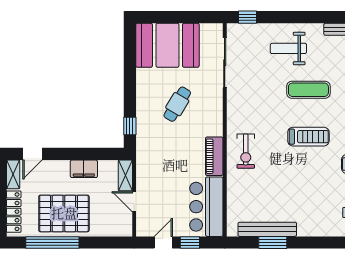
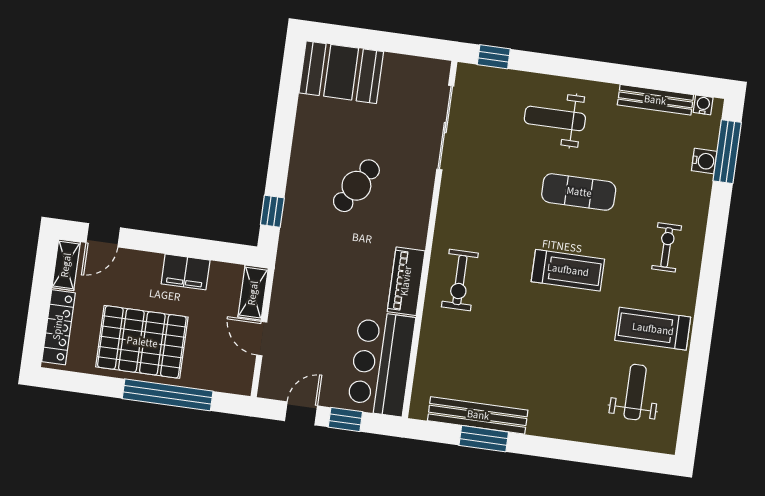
booth: (167, 45) -> (341, 72), width x0.73, depth x0.70
window: (52, 242) -> (168, 395), moved

